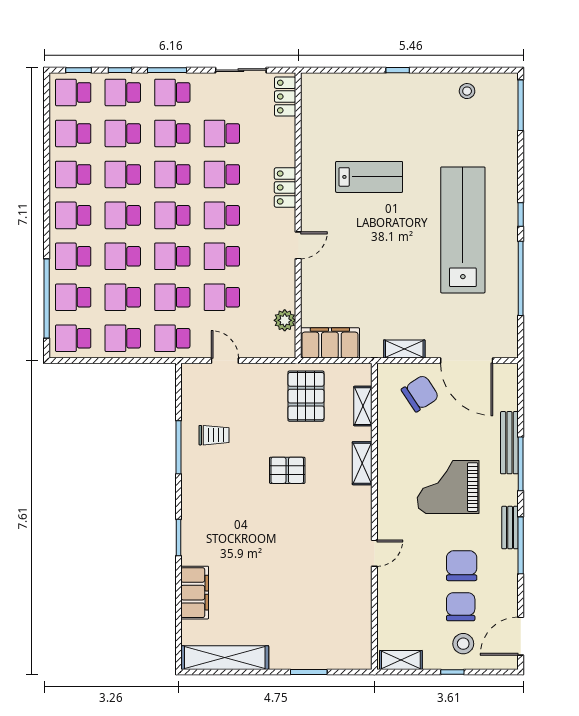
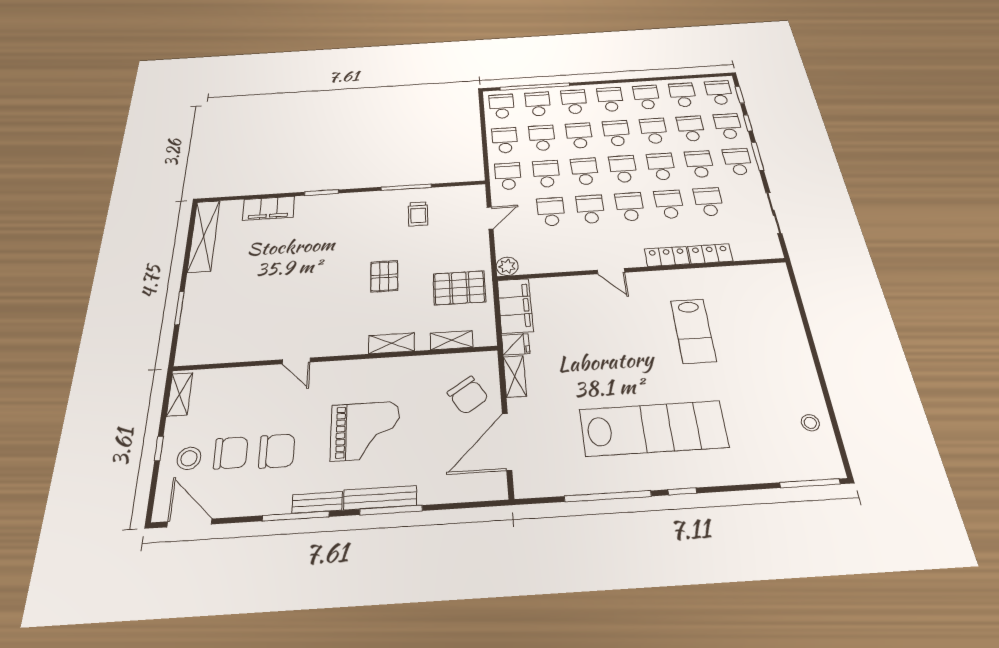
window: (398, 70) -> (814, 351), removed
locker: (285, 97) -> (710, 254), moved
plant: (285, 320) -> (507, 266), moved
fridge: (372, 346) -> (516, 344), added
bench: (509, 443) -> (380, 498), moved
grand piano: (448, 487) -> (365, 431), turned 90

